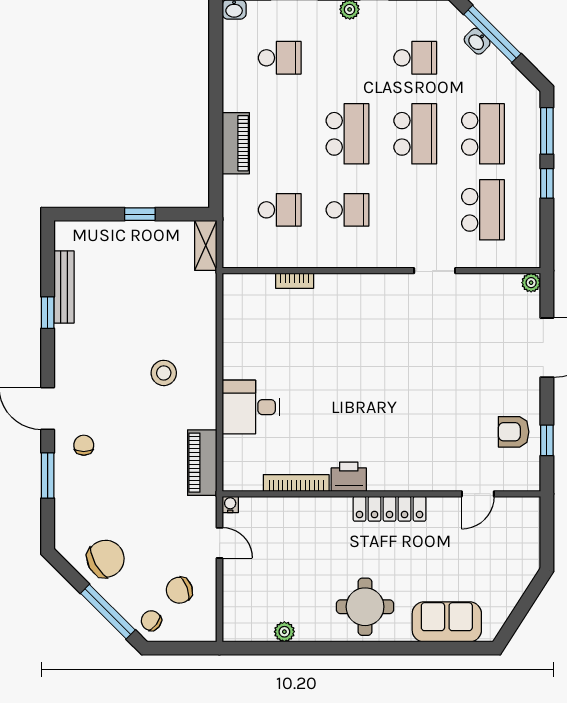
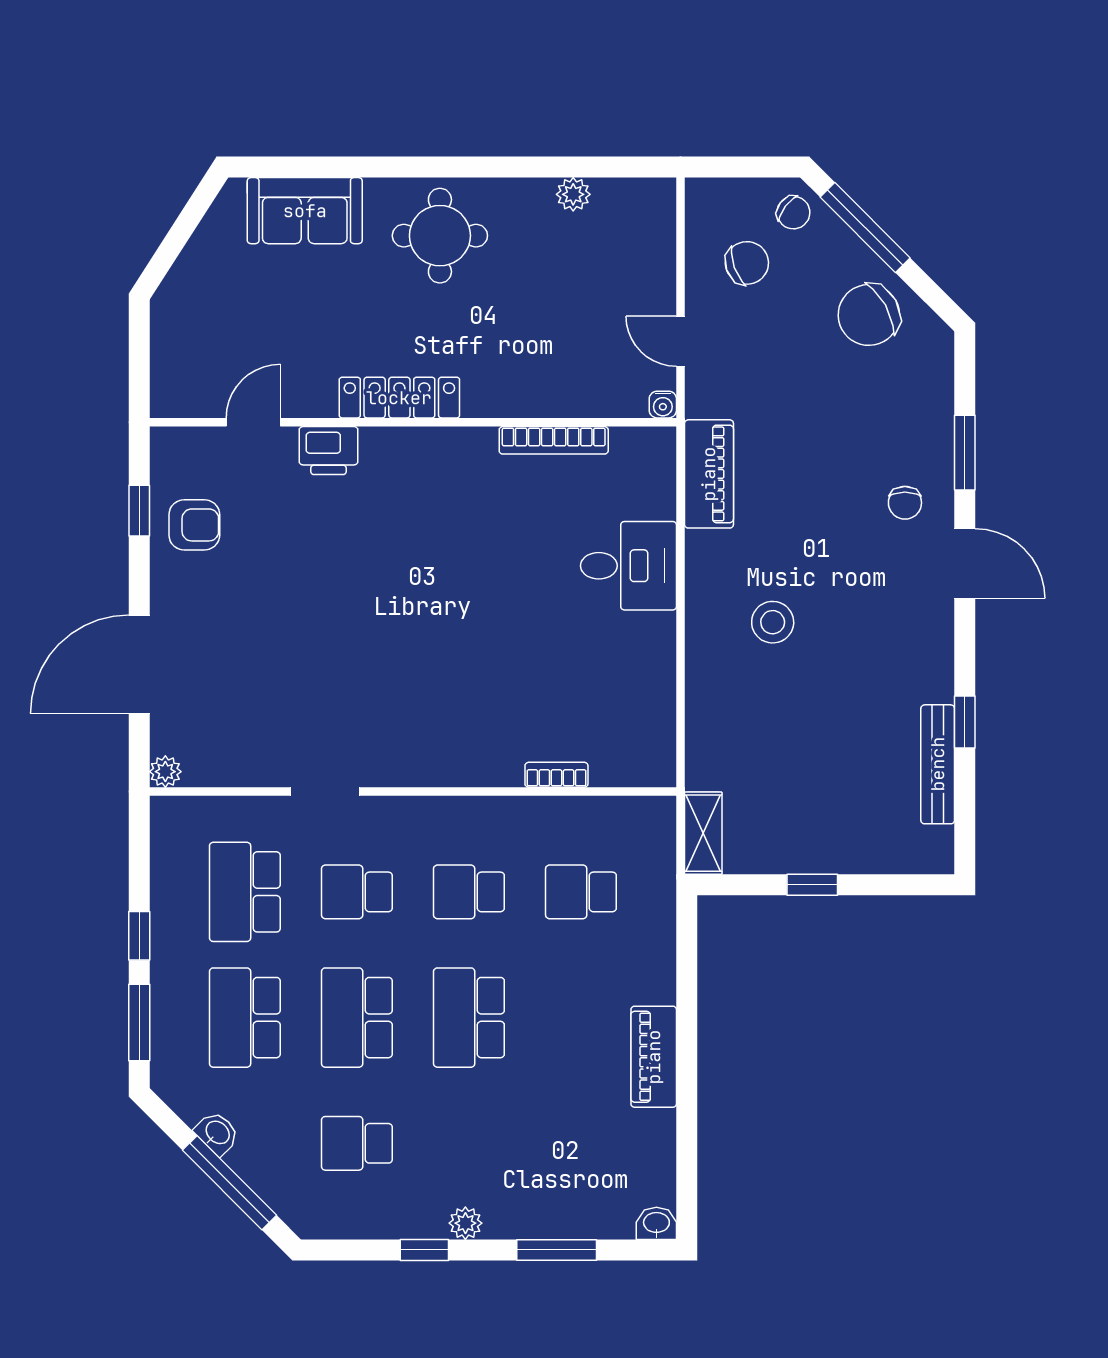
washbasin: (477, 41) -> (217, 1133), moved
school desk: (280, 58) -> (357, 892), moved
piano: (236, 143) -> (654, 1057), moved
printer: (349, 477) -> (329, 451), moved

